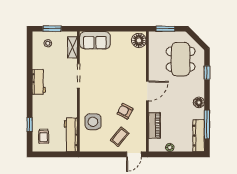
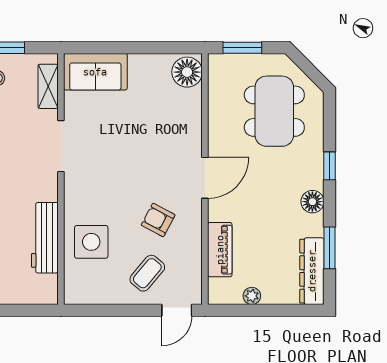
window: (207, 73) -> (329, 166), moved
window: (207, 125) -> (329, 248), width x0.69
workbench: (71, 135) -> (45, 238), moved

